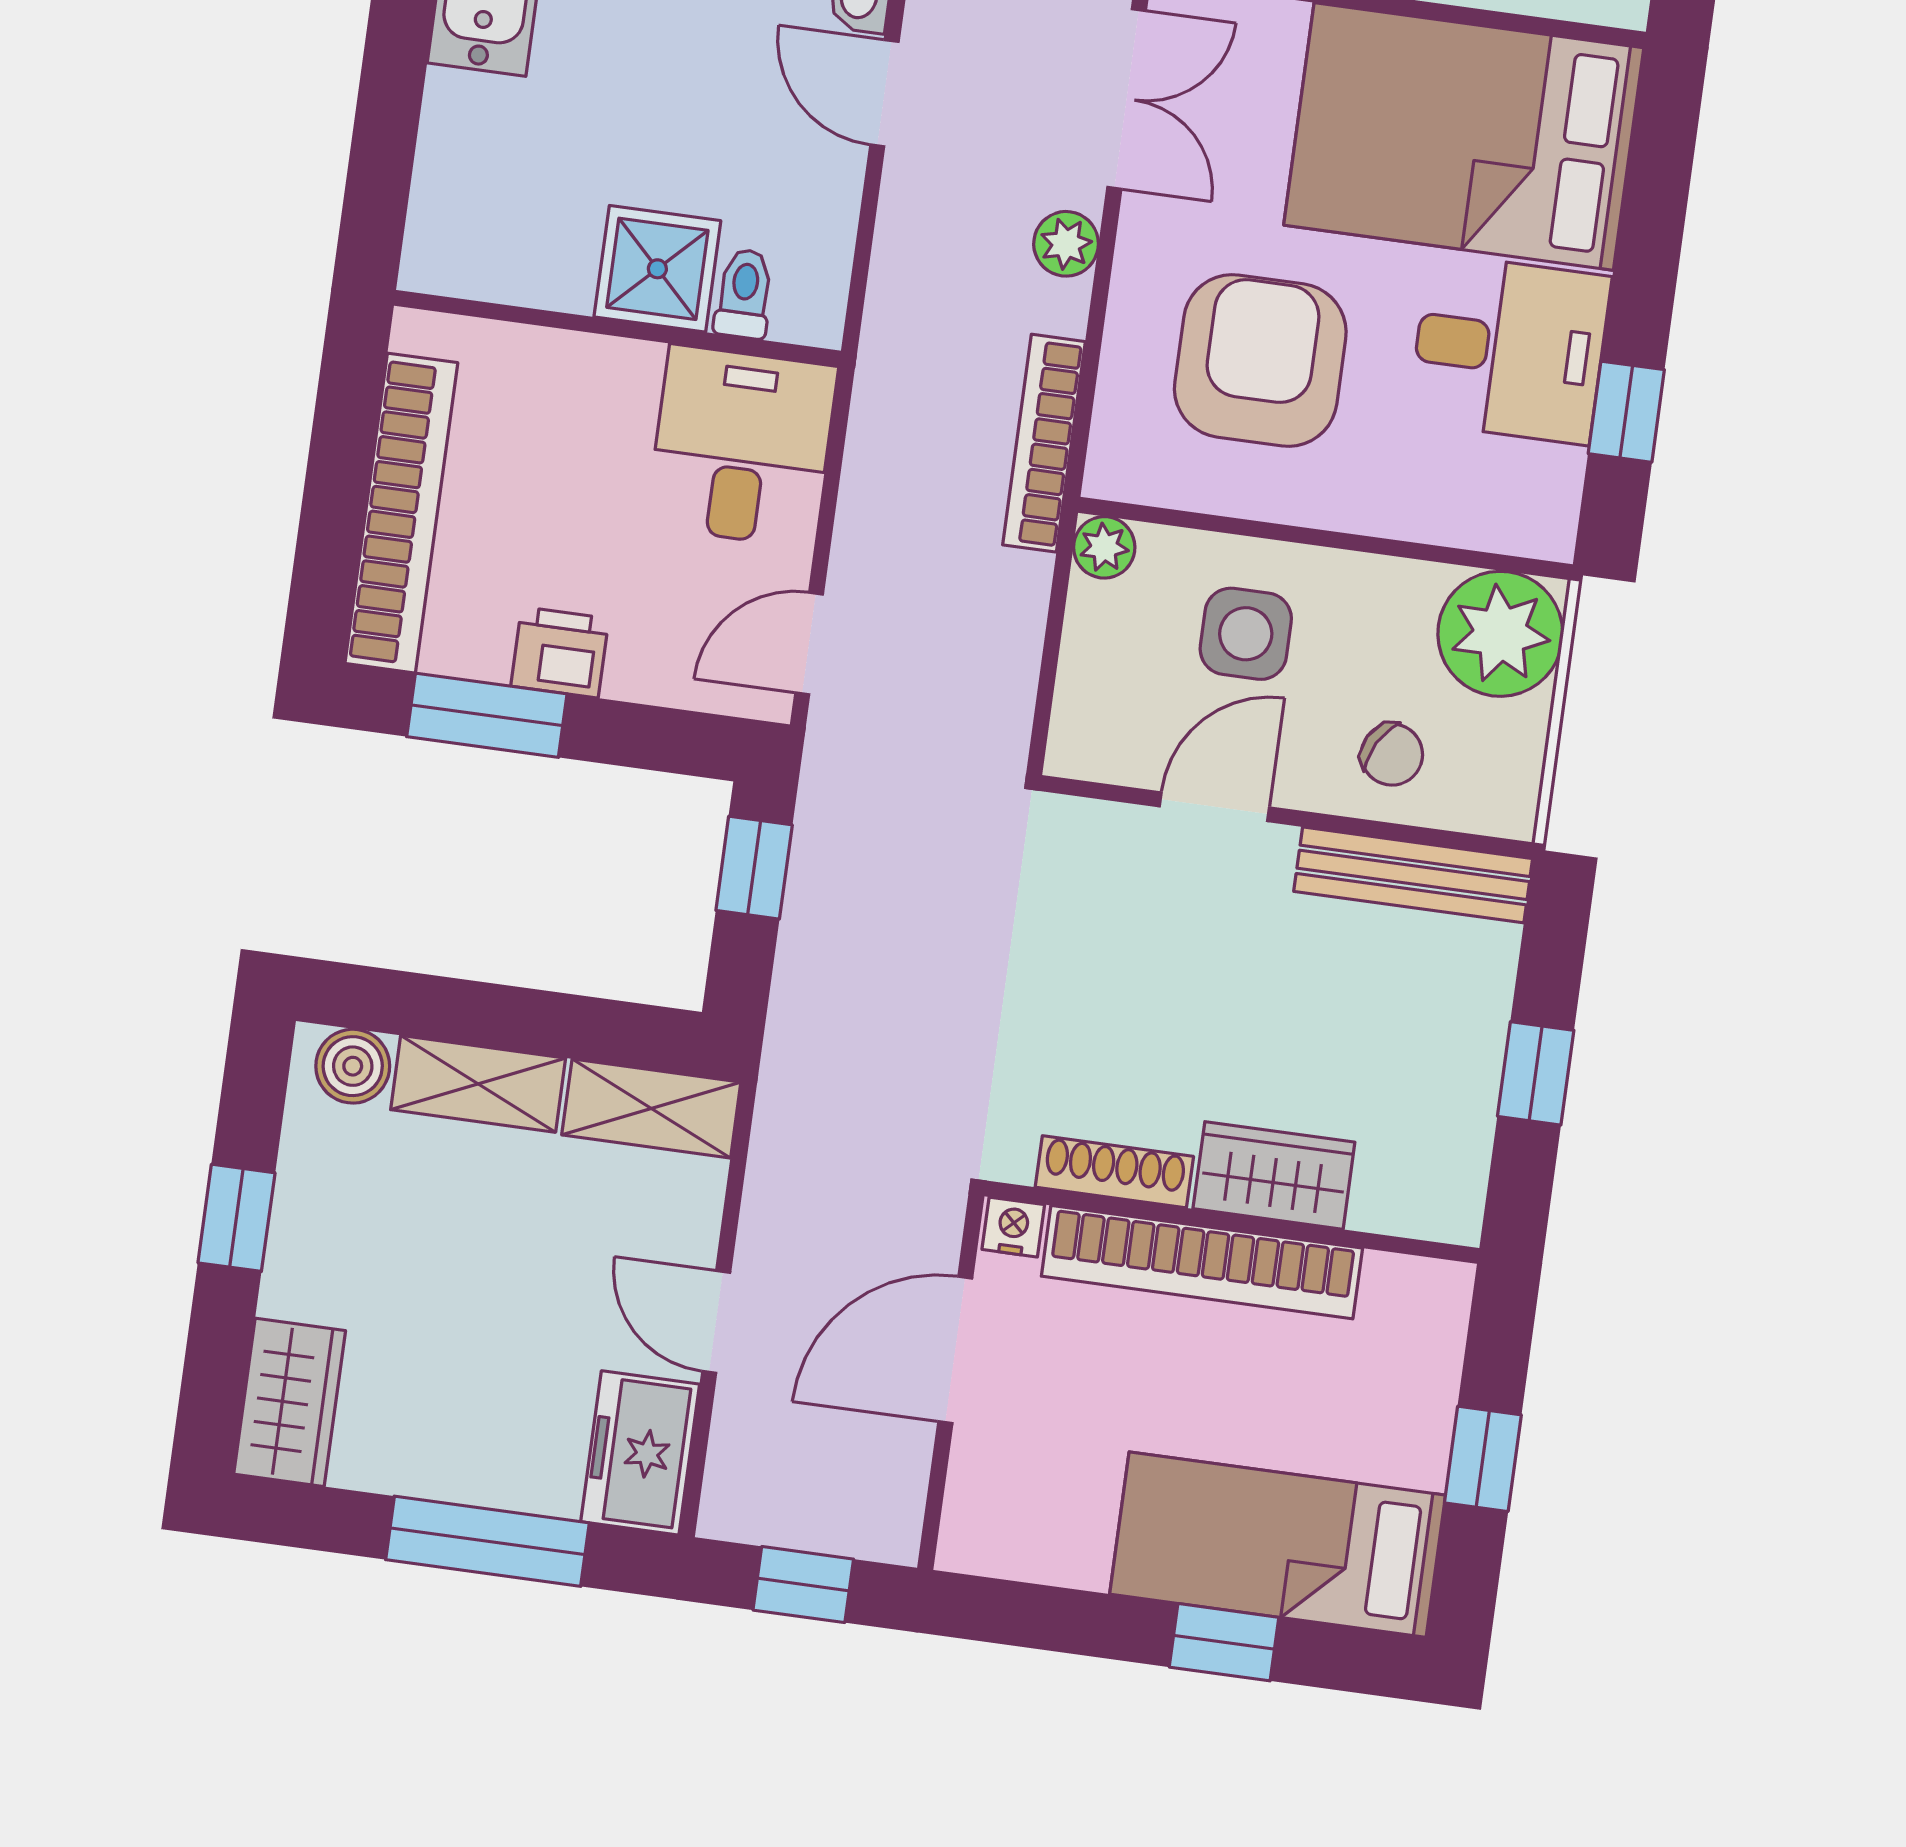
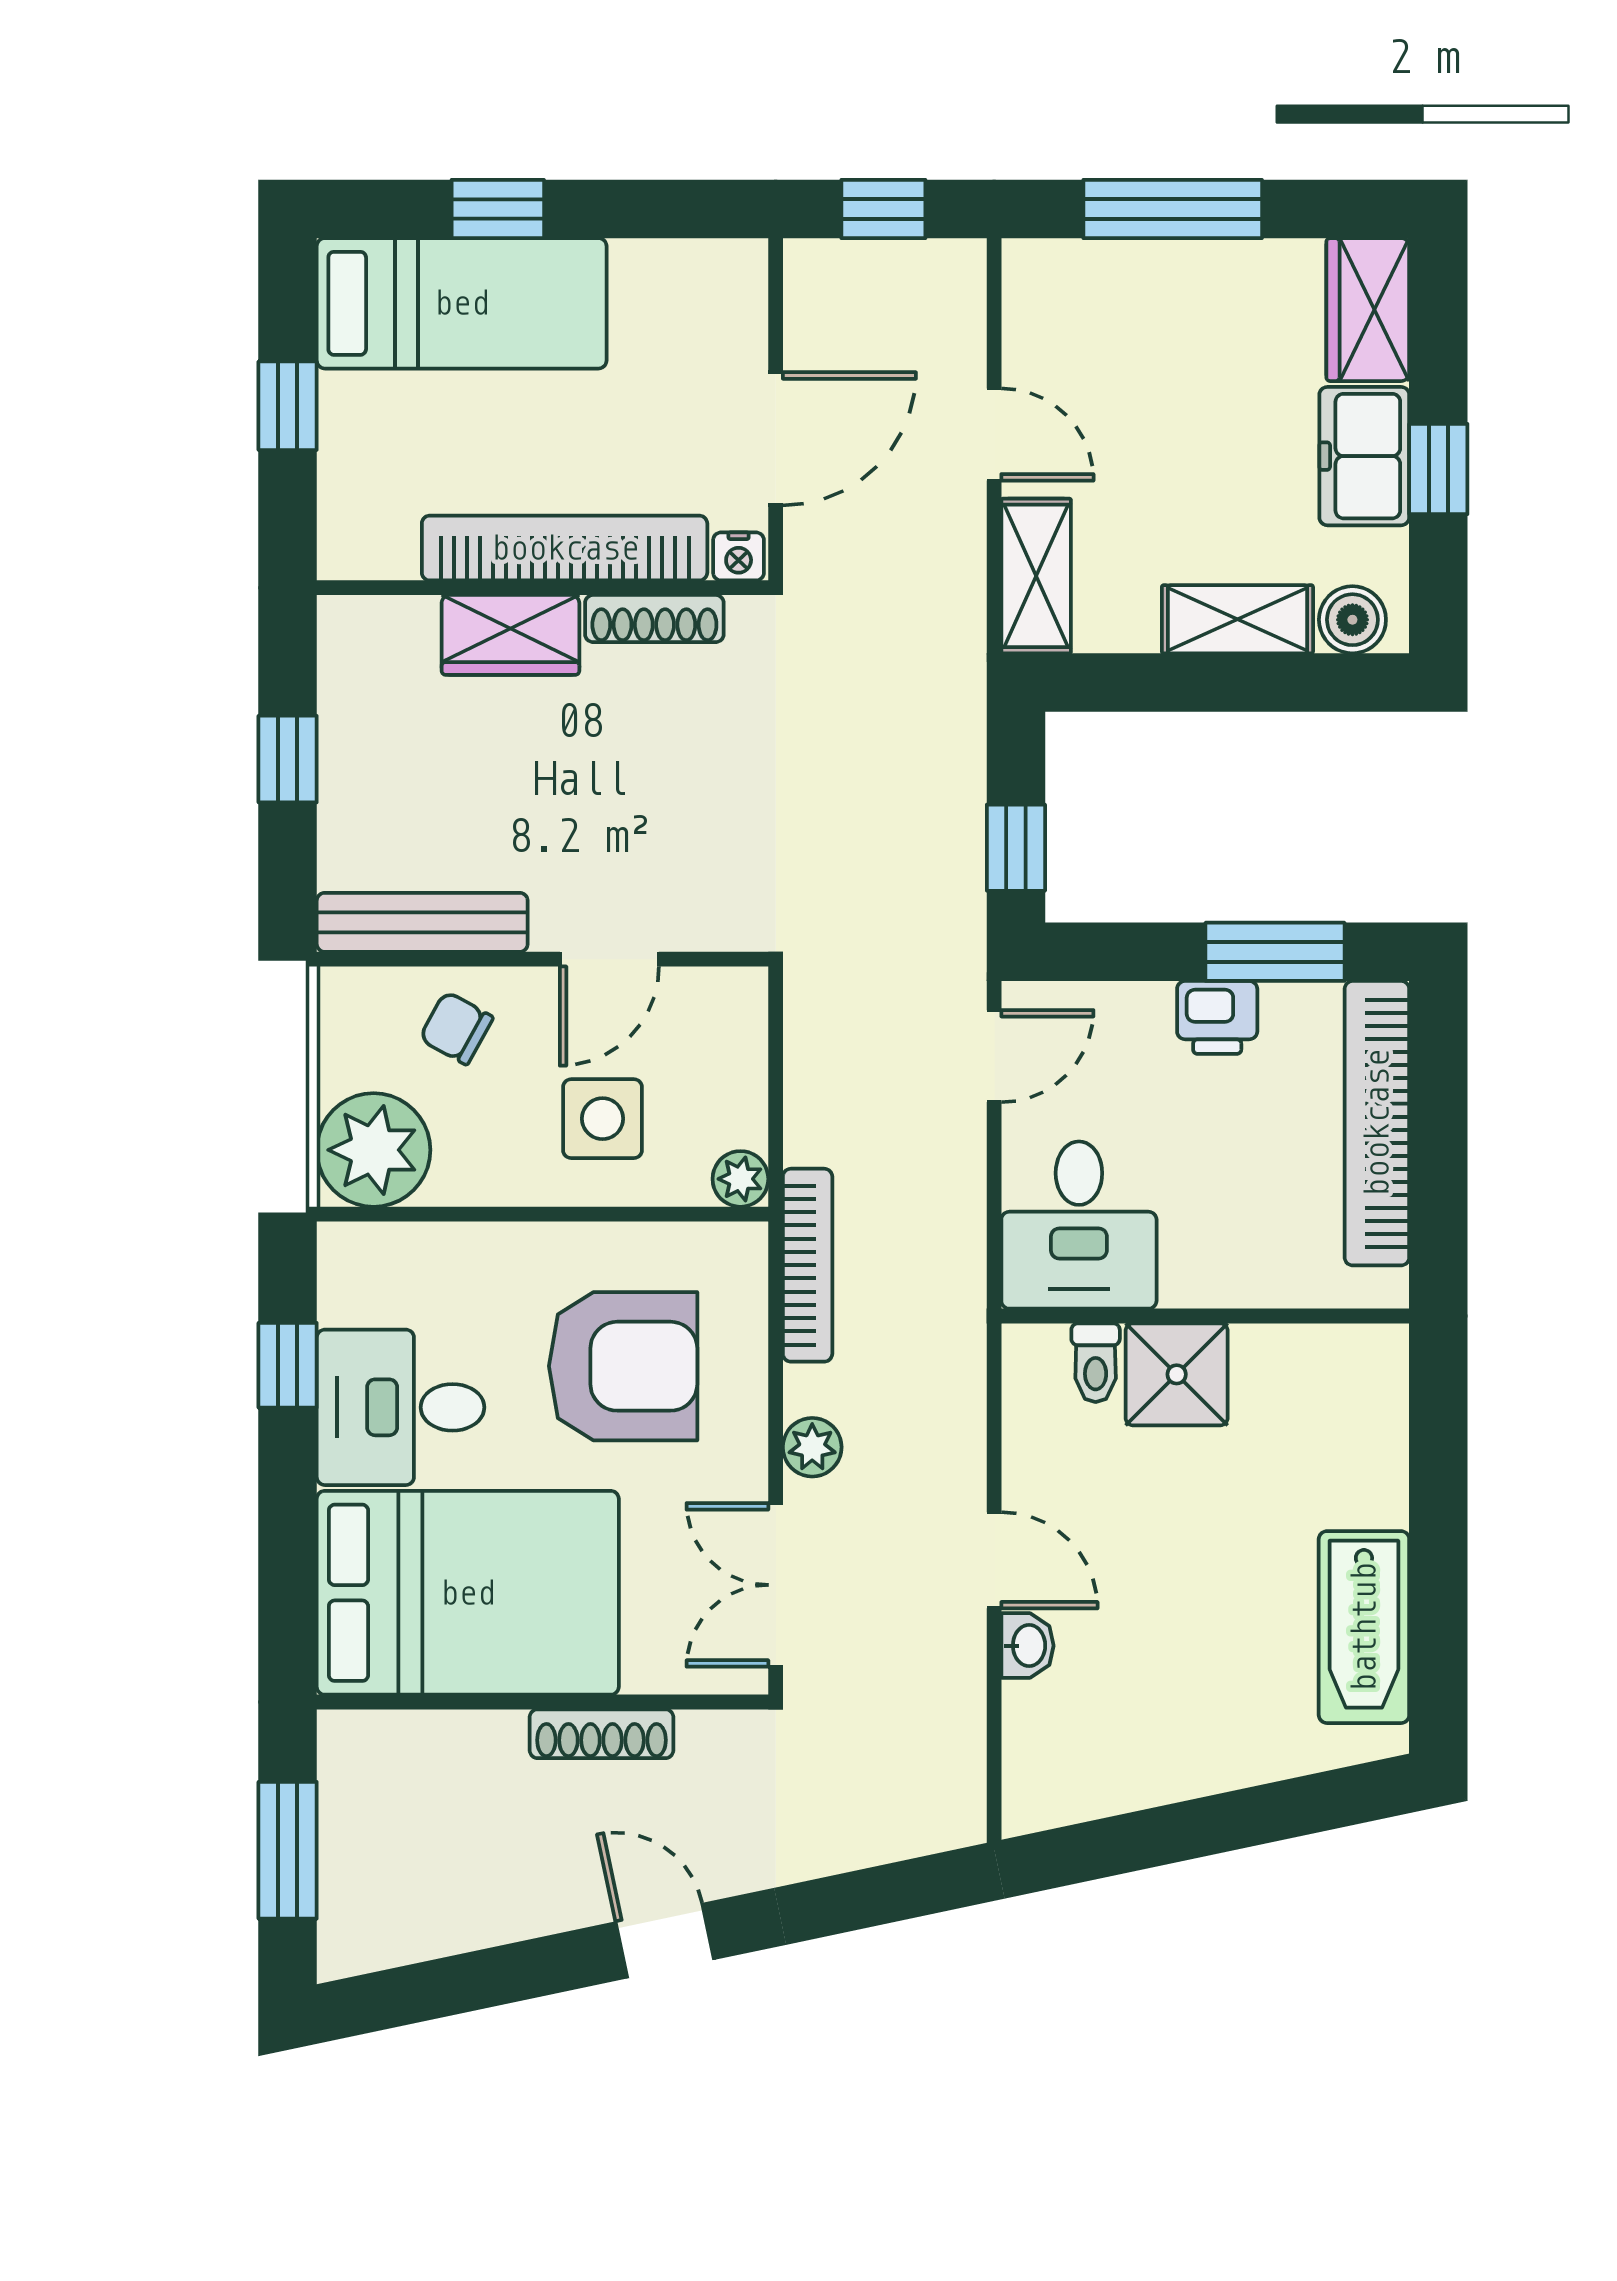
armchair: (1260, 360) -> (623, 1366), turned -90
shelving: (651, 1108) -> (1036, 576), moved, turned 90
freezer: (640, 1453) -> (1364, 456), moved, turned 180

